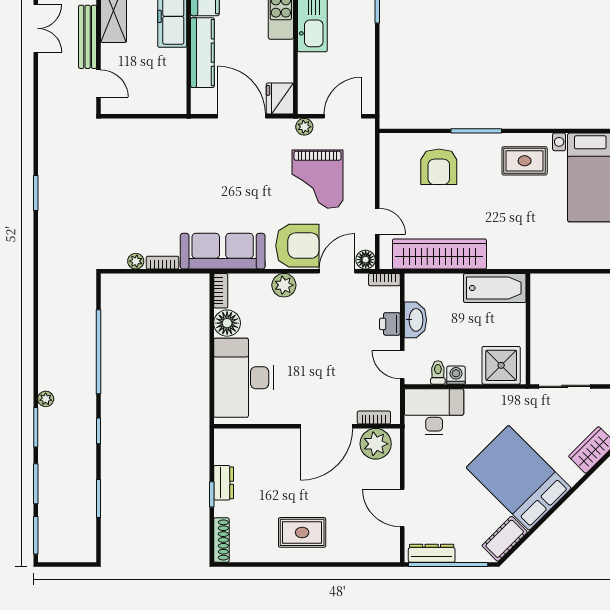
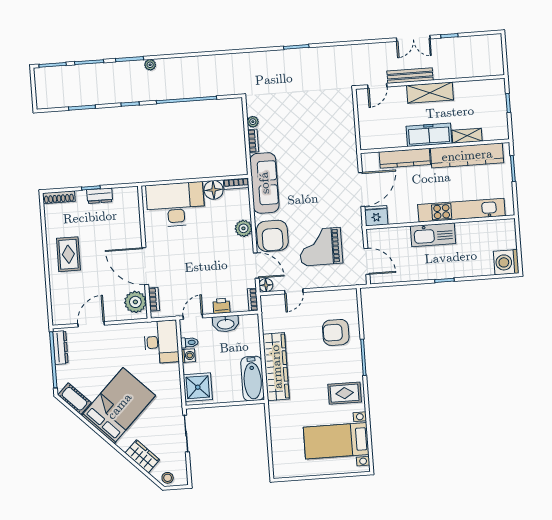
plant: (304, 127) -> (357, 235), removed
rug: (525, 161) -> (345, 393), turned 90
wardrobe: (439, 254) -> (276, 367), moved

